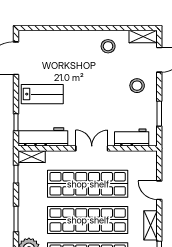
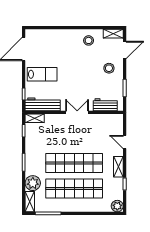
shop shelf: (88, 184) -> (74, 137), removed

